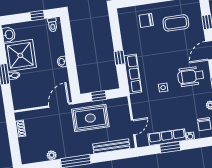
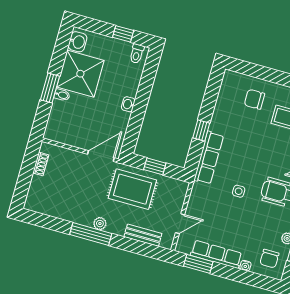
bench: (111, 146) -> (143, 235), width x0.73
window: (170, 147) -> (198, 264), moved
plant: (52, 155) -> (100, 224), moved

